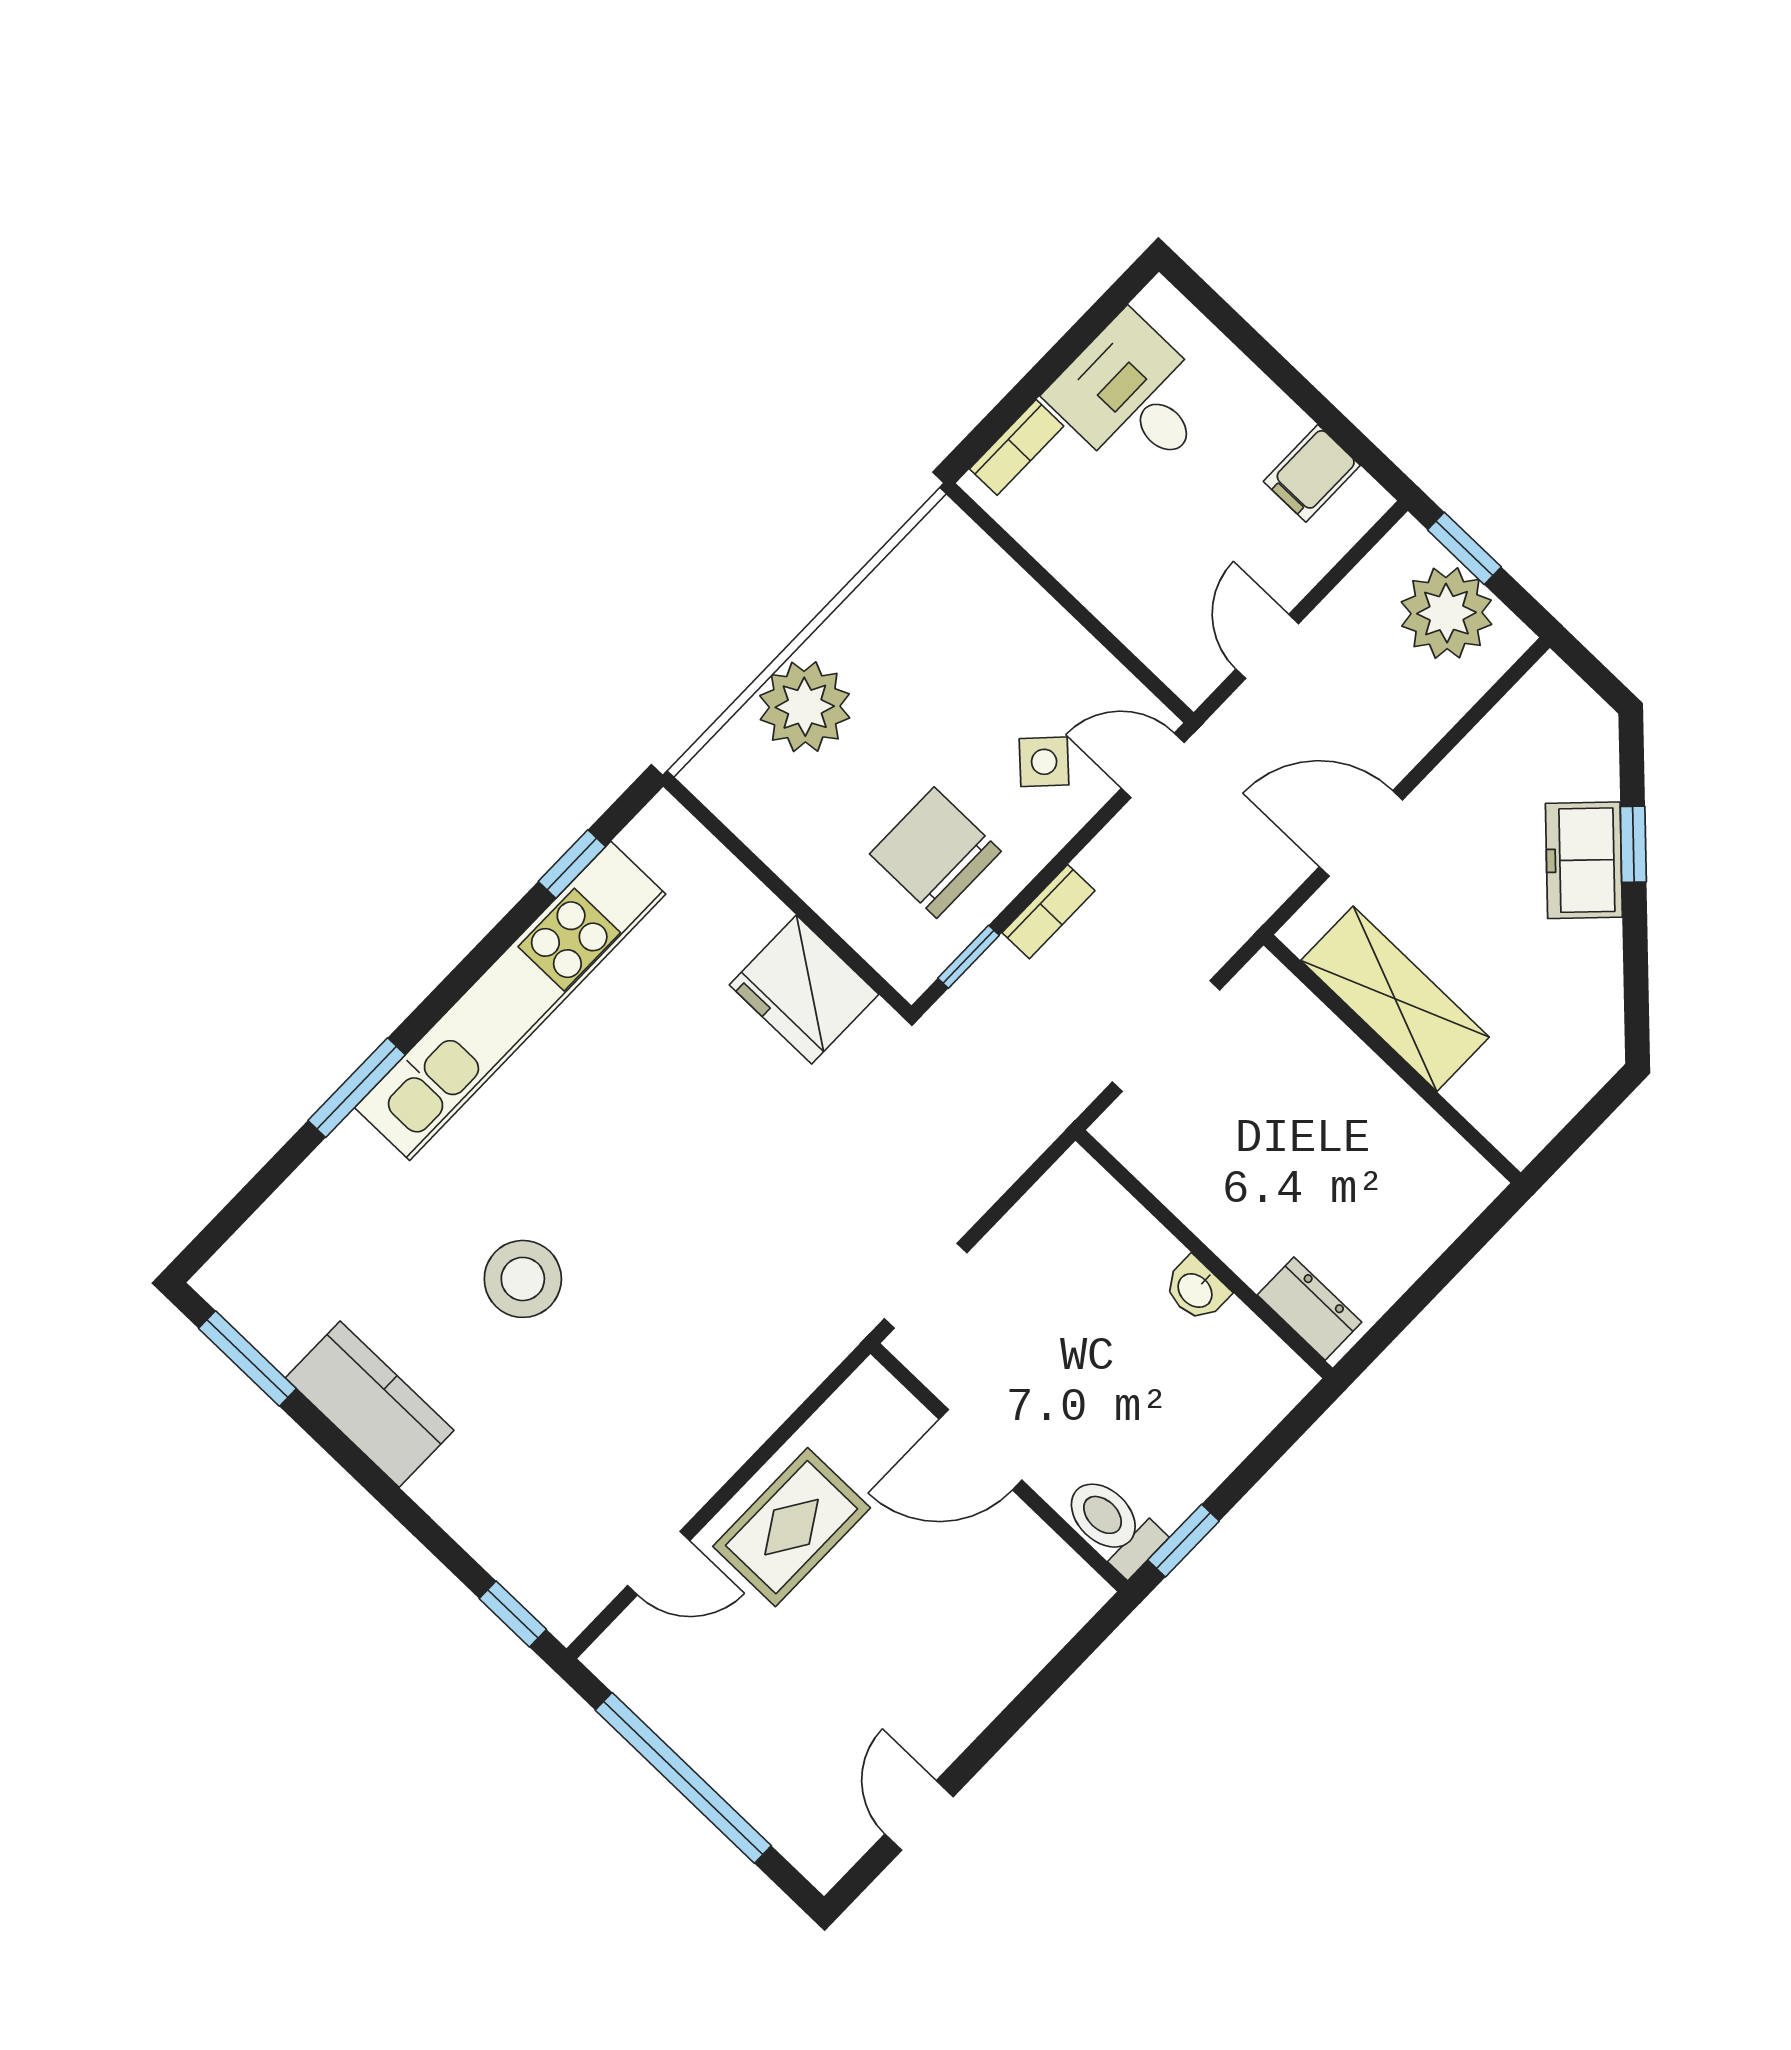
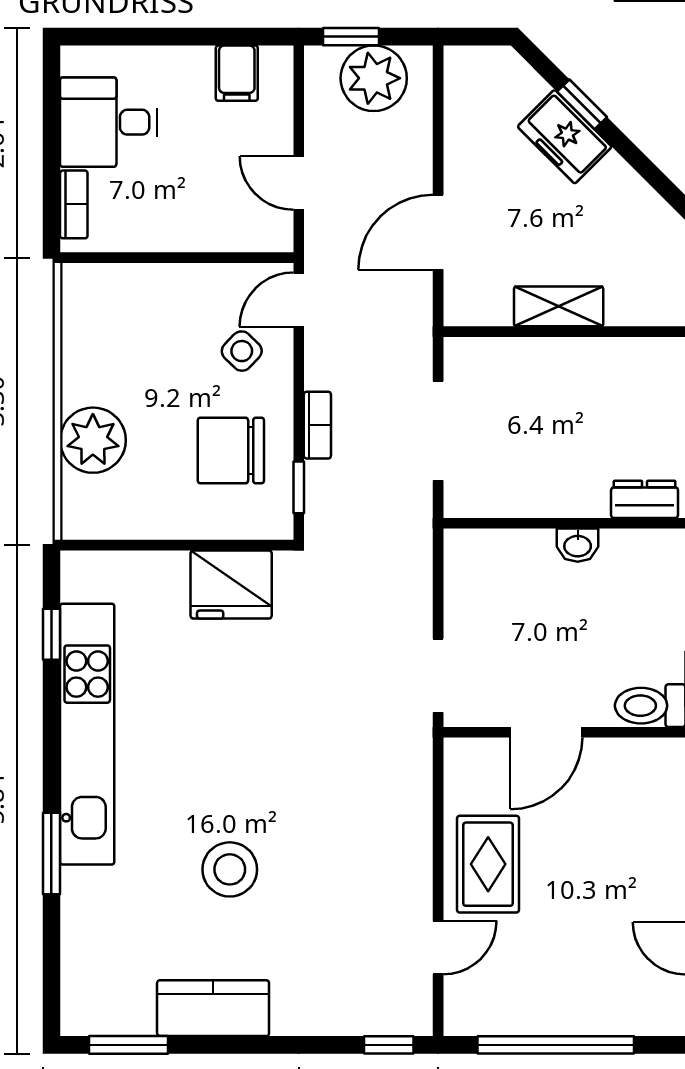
shelving: (1395, 999) -> (559, 306), width x0.67, depth x0.75

